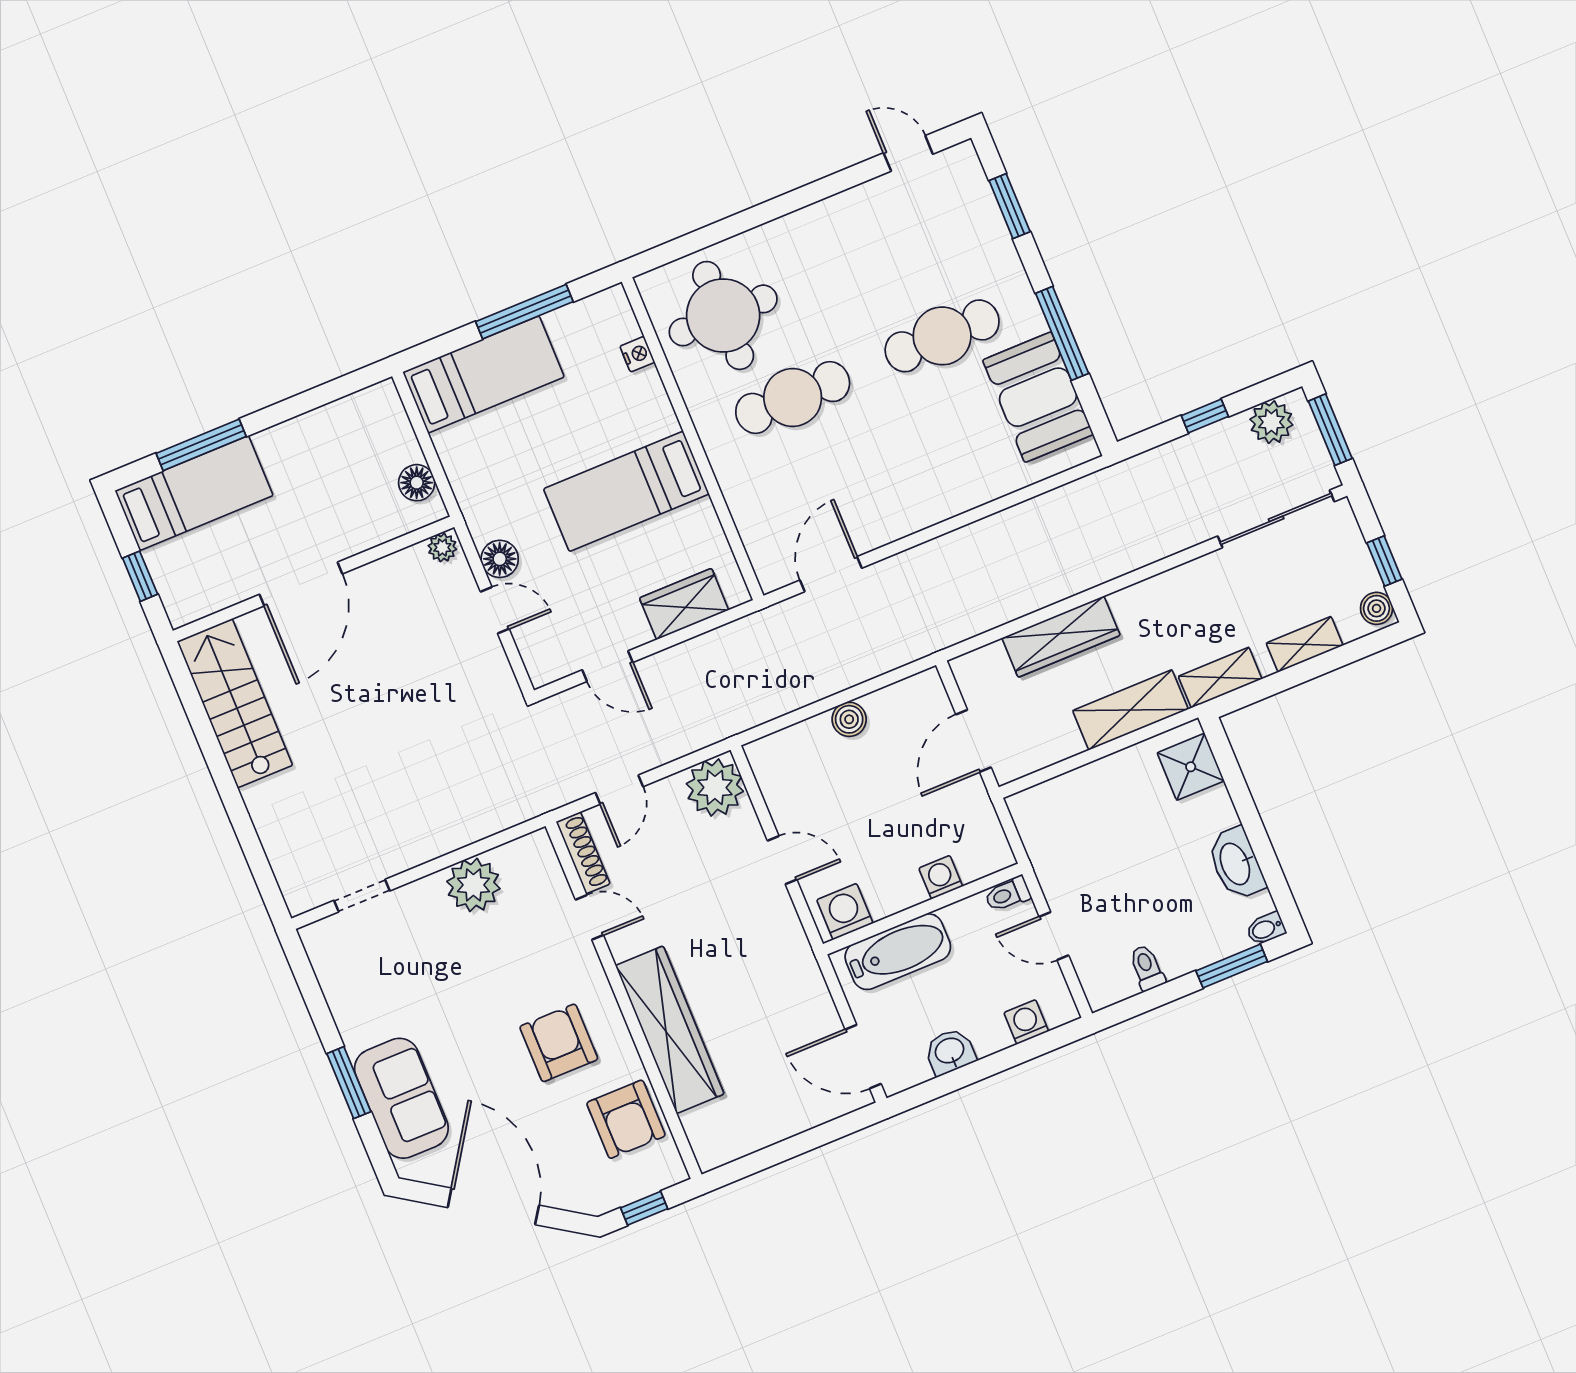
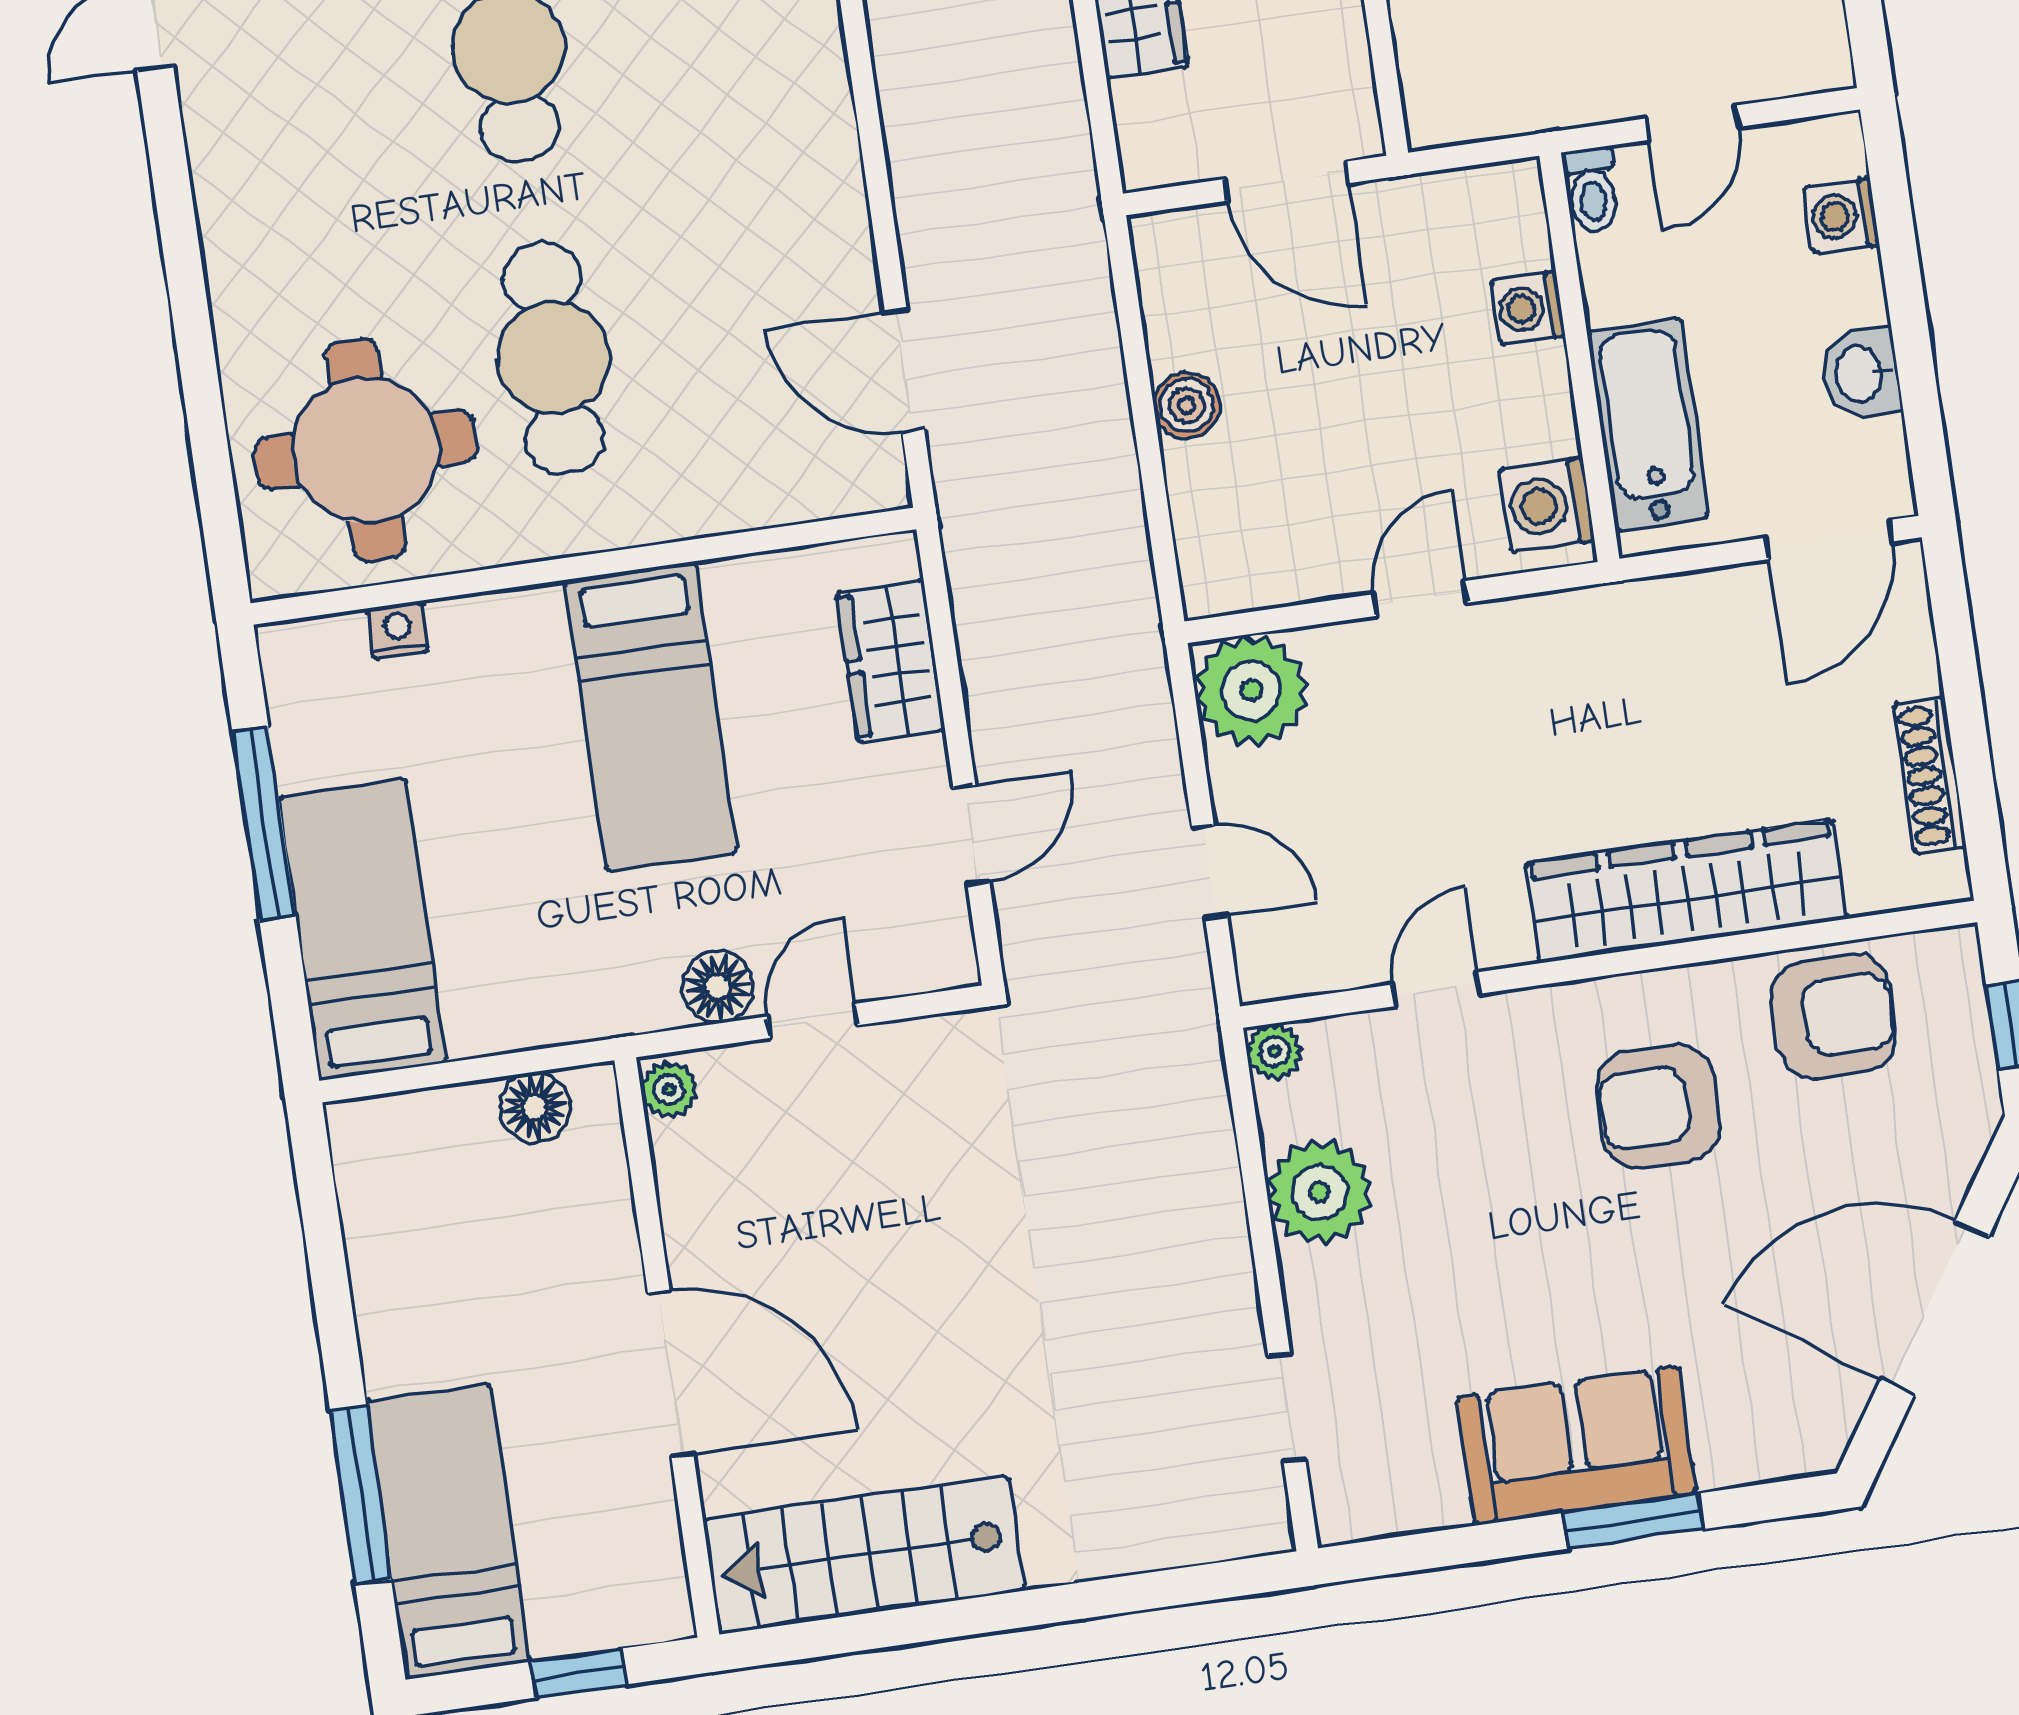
plant: (538, 845) -> (1274, 1051), added
shoe rack: (583, 853) -> (1930, 775), moved, turned -90
sofa: (401, 1098) -> (1577, 1446), moved

